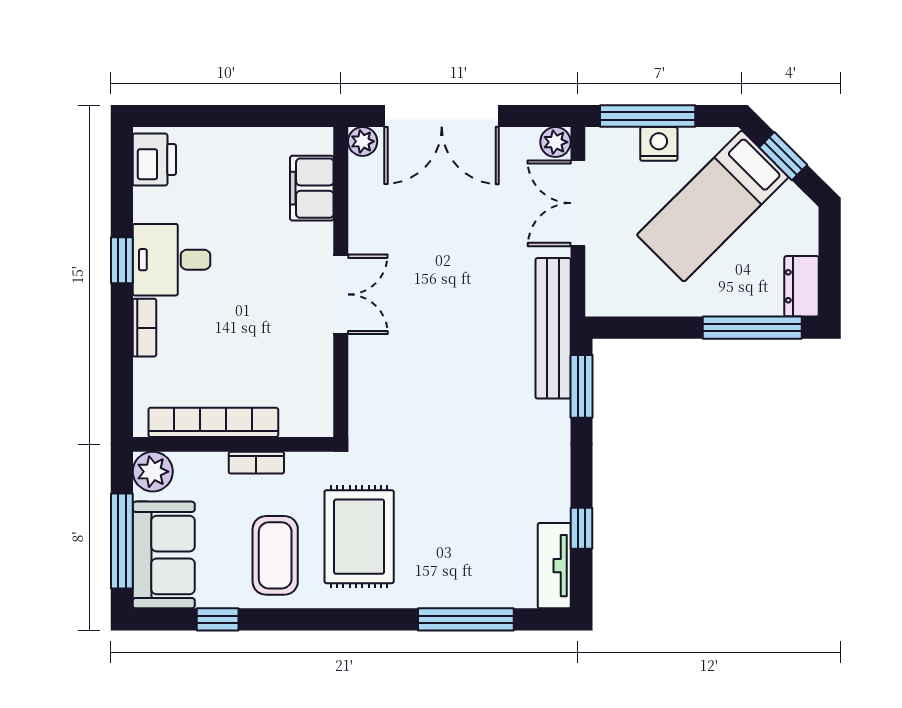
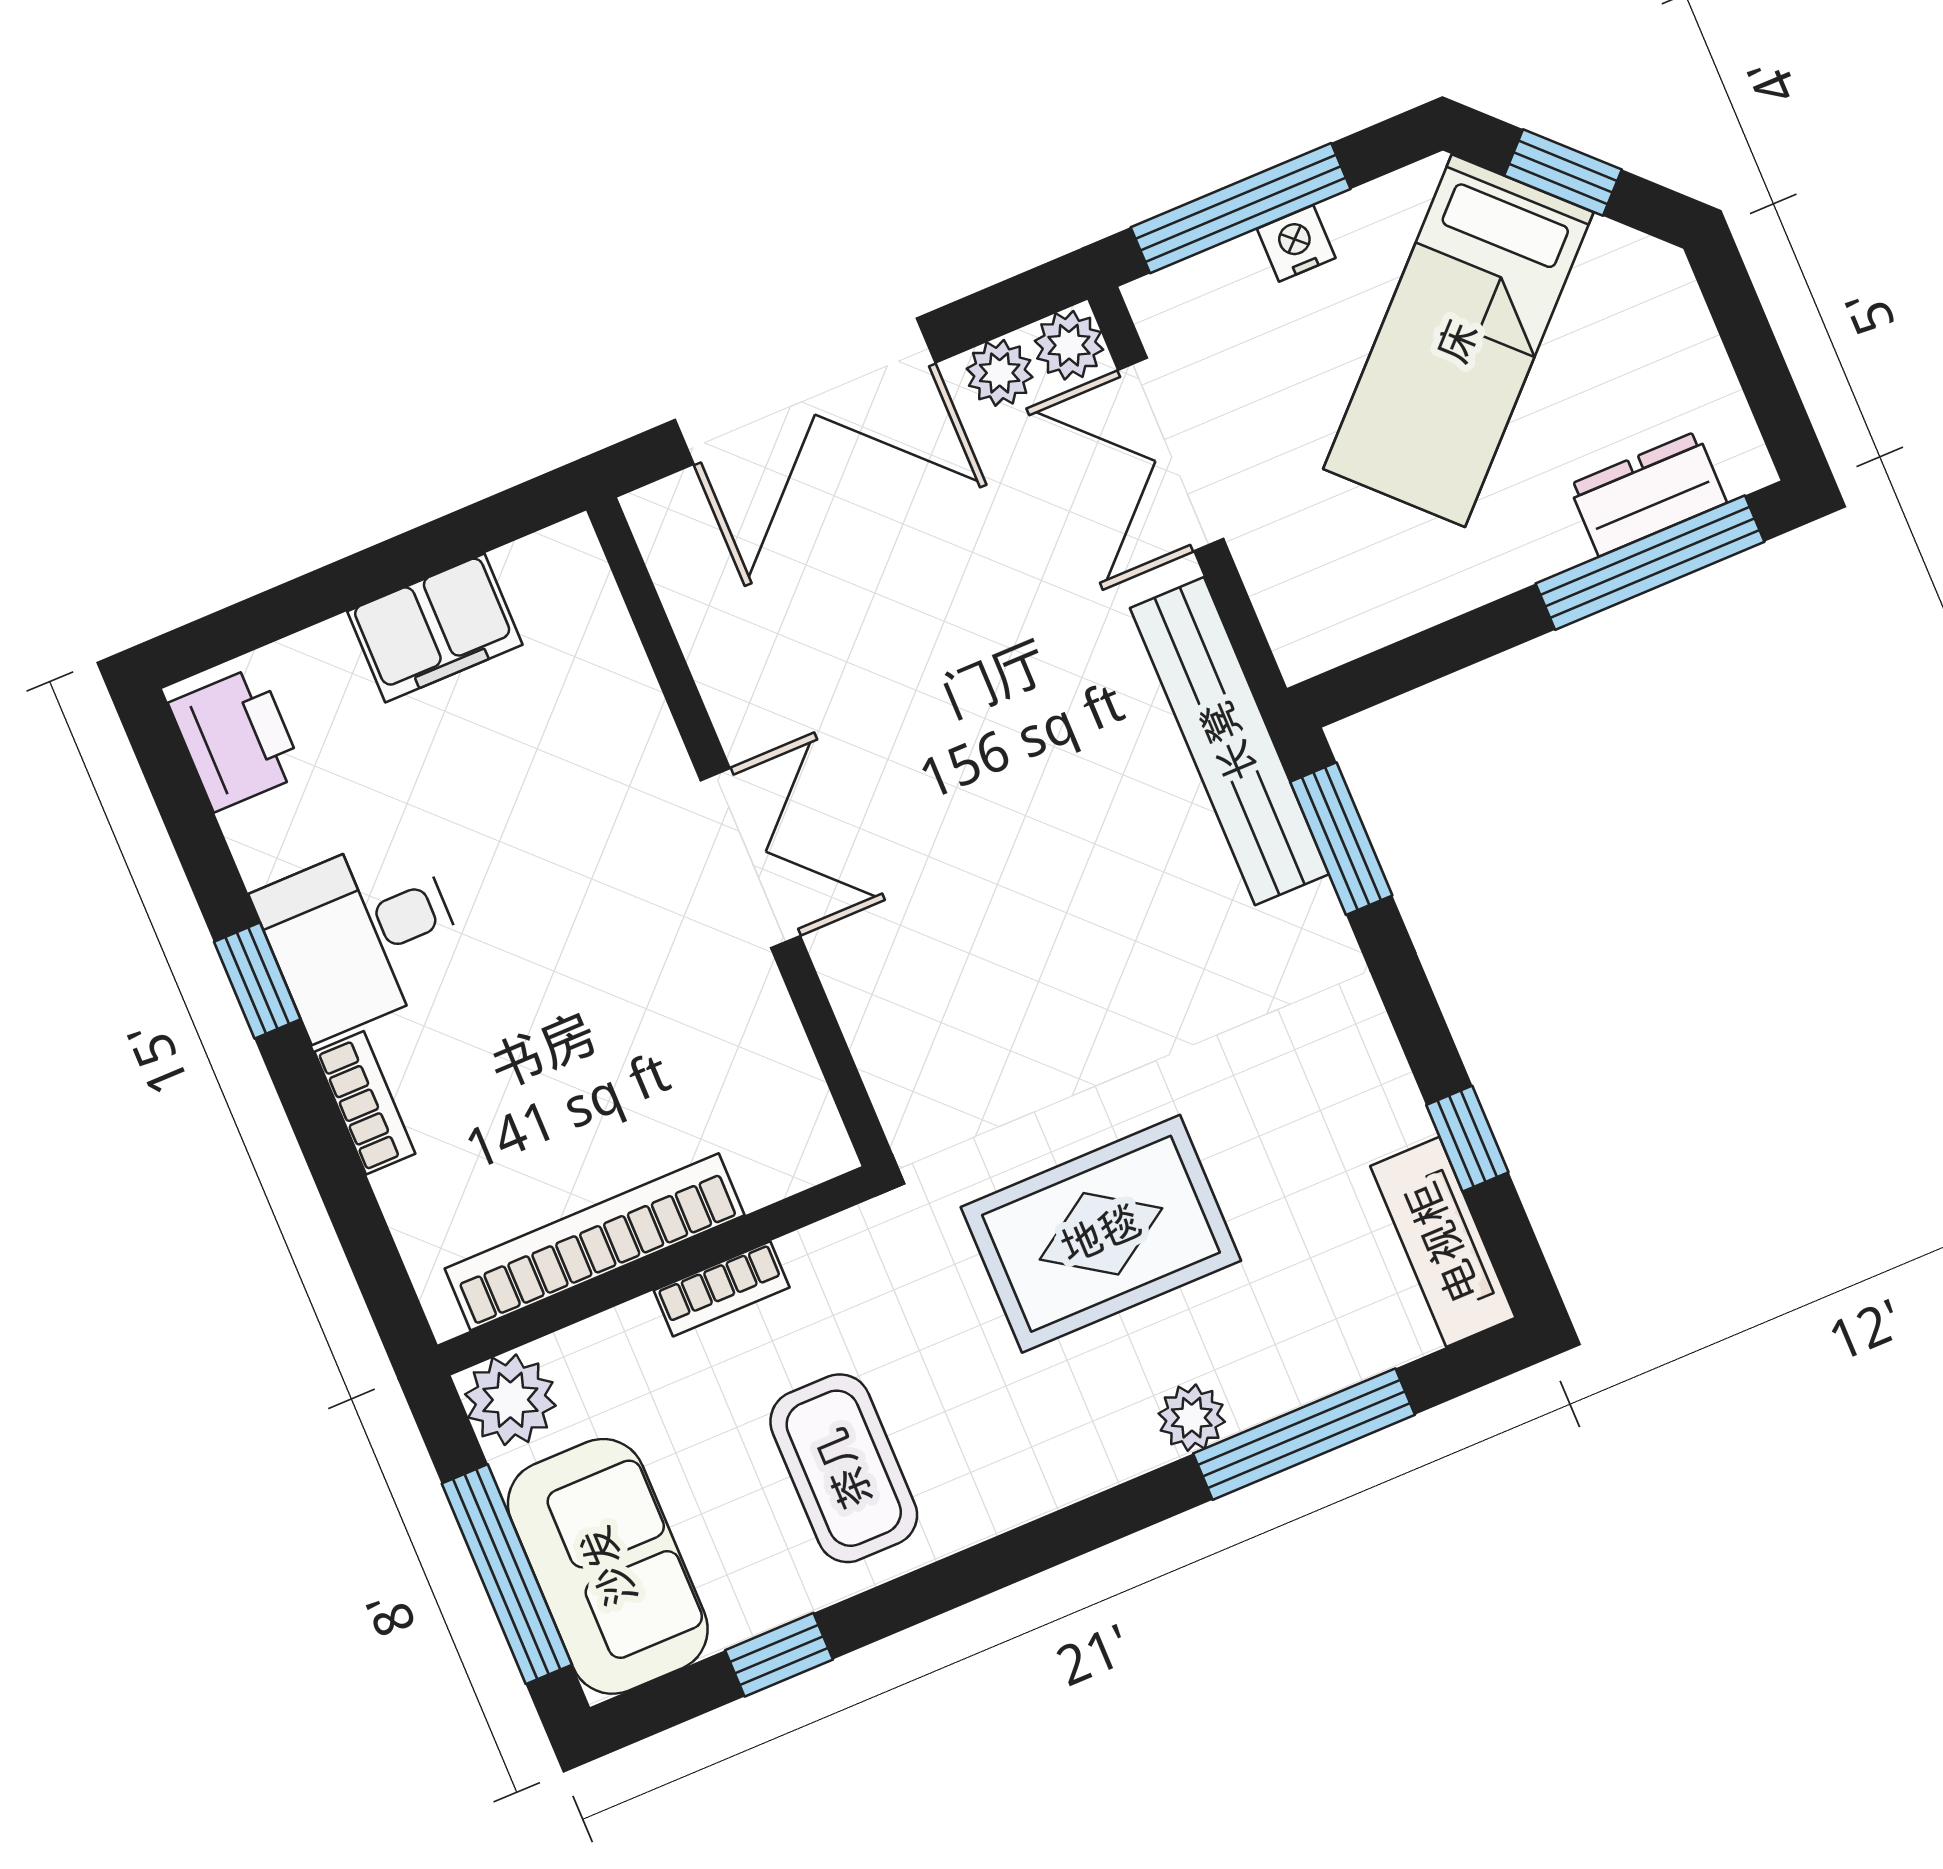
plant: (363, 141) -> (1000, 373), moved
nightstand: (659, 144) -> (1296, 243), width x0.72, depth x0.74
filing cabinet: (312, 188) -> (435, 628), moved, turned -90
dresser: (802, 286) -> (1648, 494), moved, turned 90
rug: (359, 537) -> (1101, 1234), moved, turned 90
plant: (424, 594) -> (1192, 1418), added

